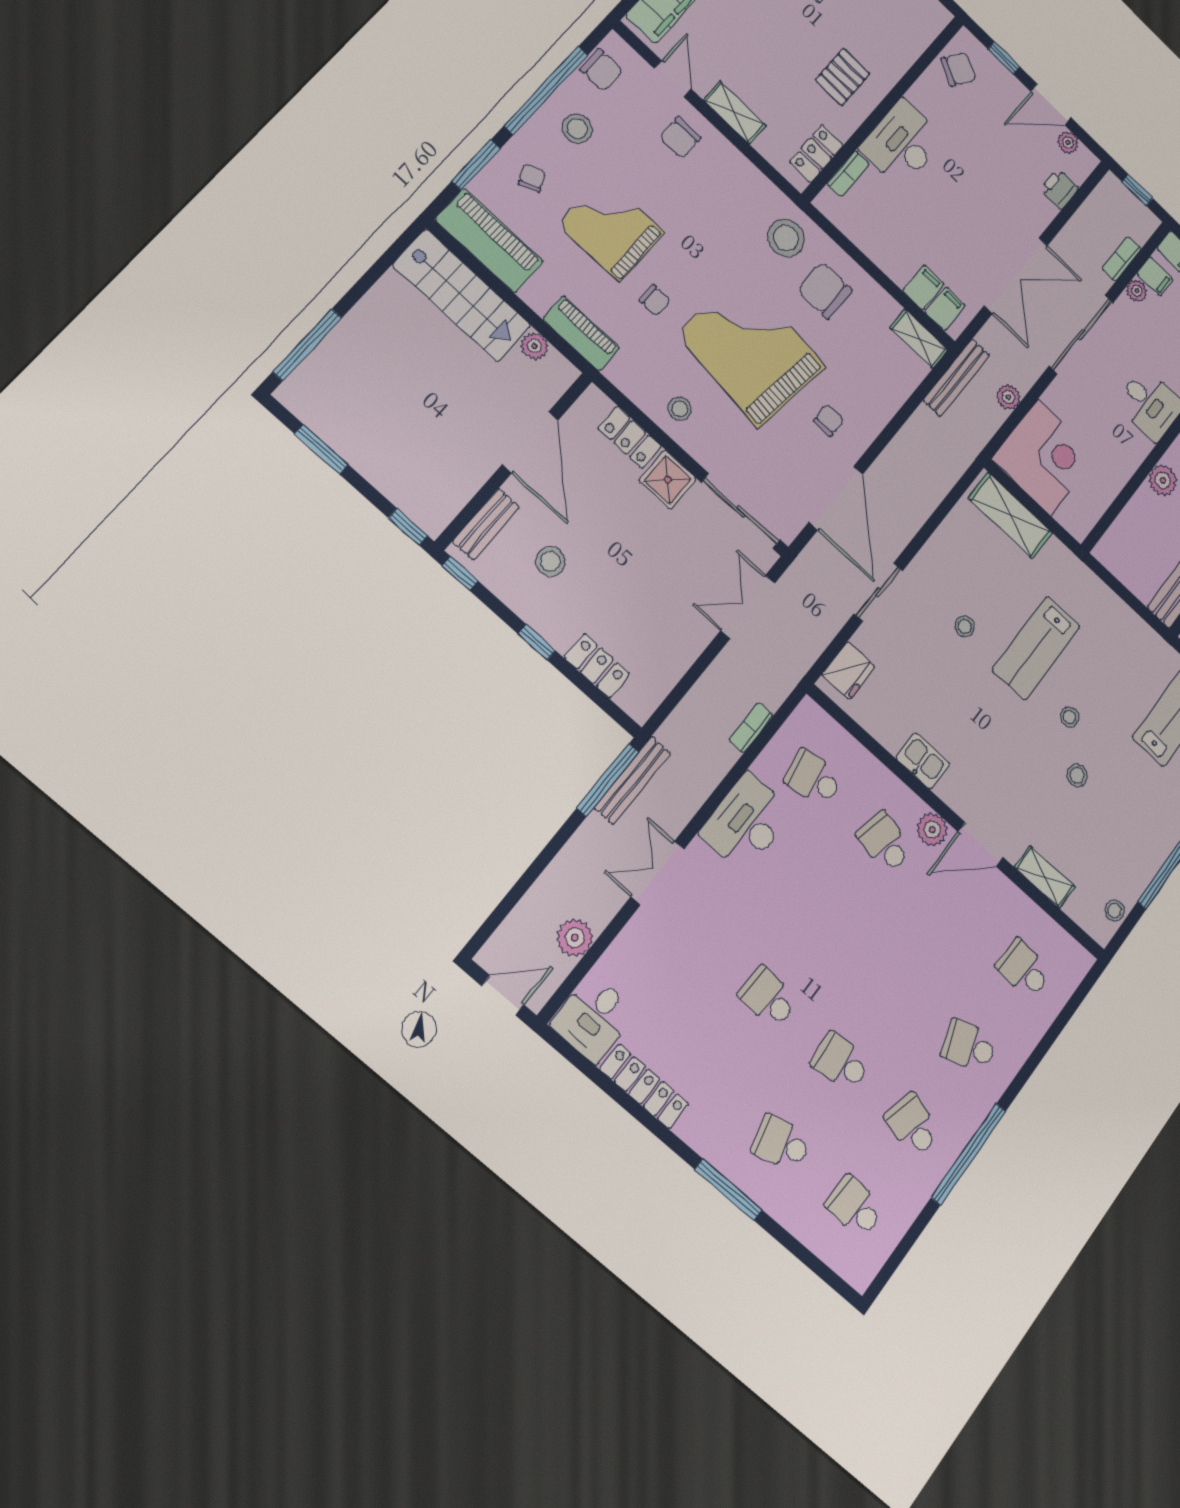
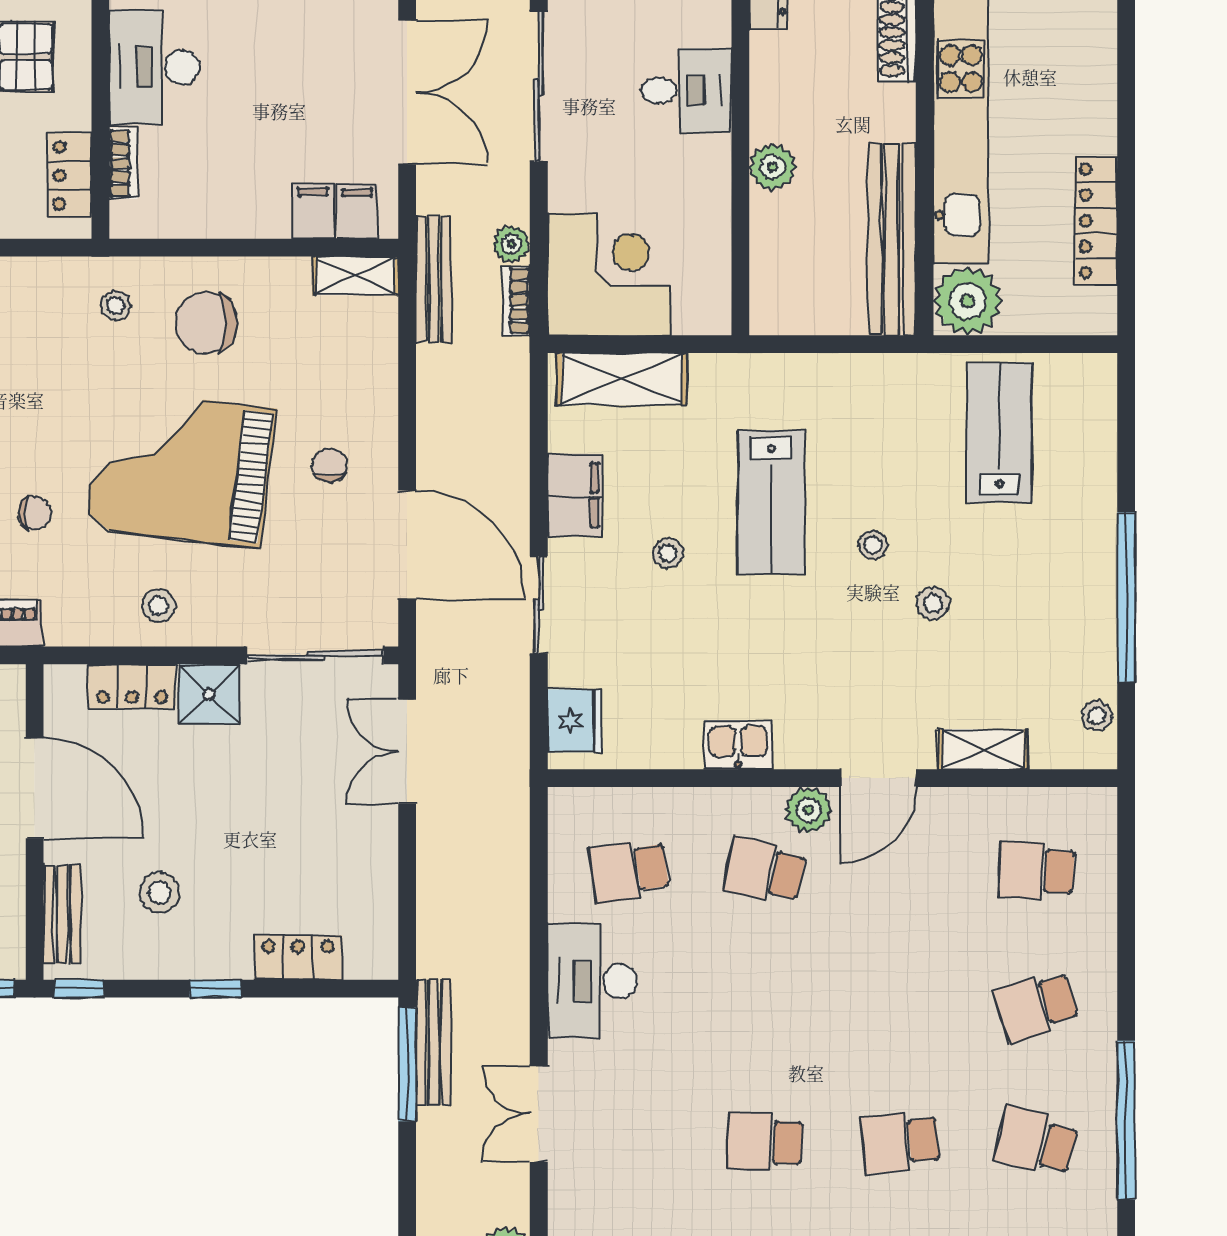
stool: (786, 238) -> (116, 306), width x0.53, depth x0.53
filing cabinet: (941, 553) -> (575, 495), added
bookcase: (751, 728) -> (516, 301), moved

